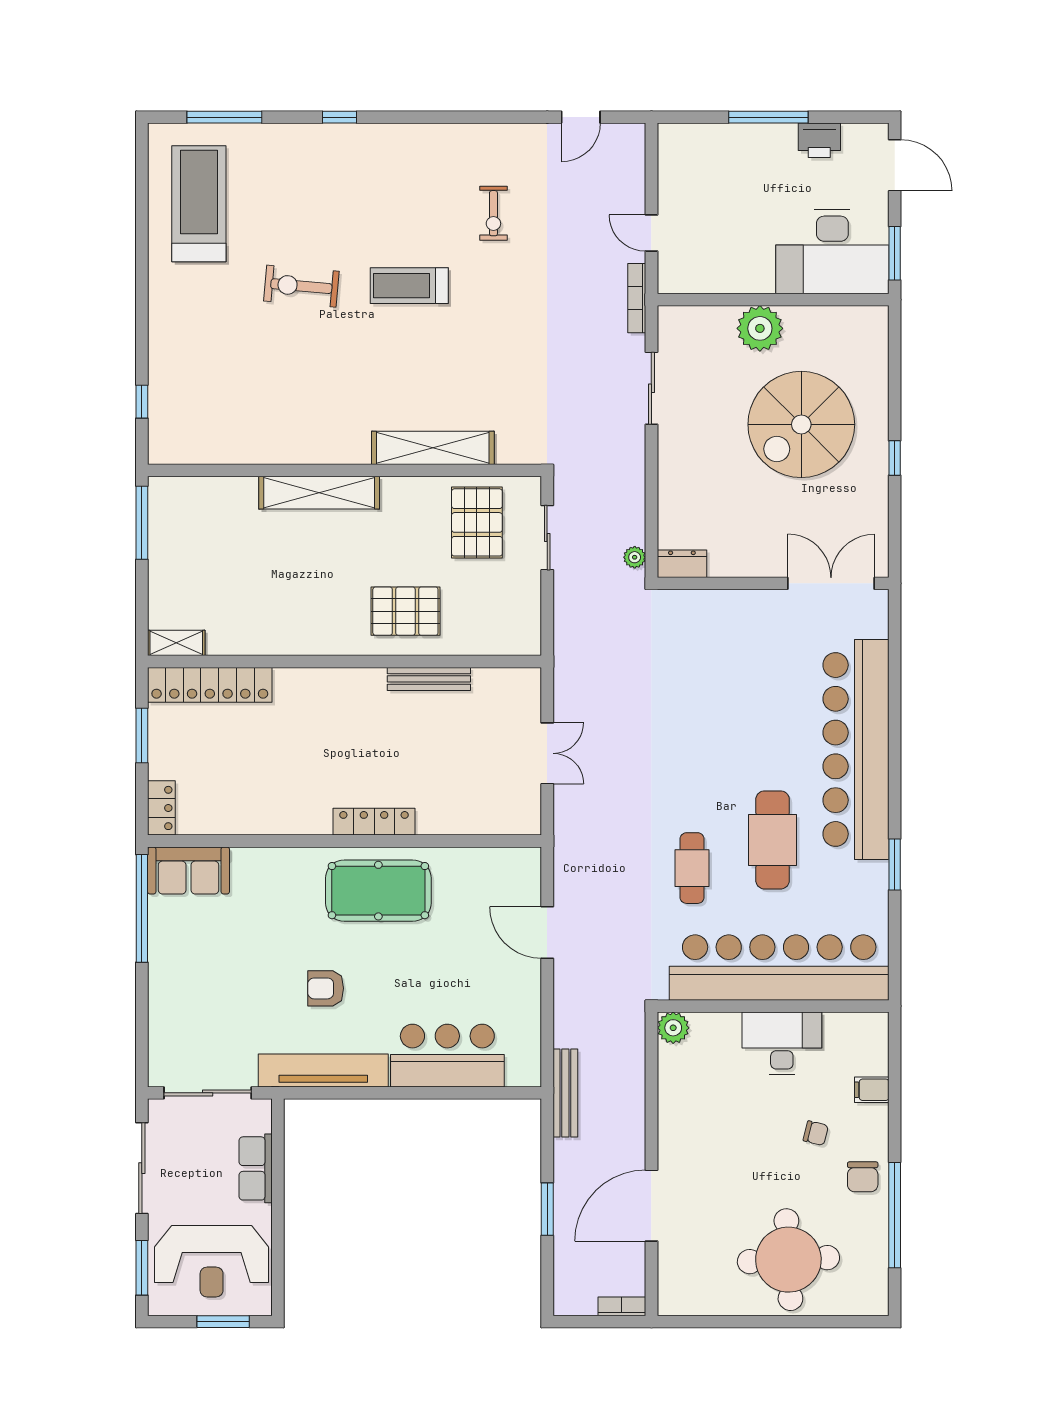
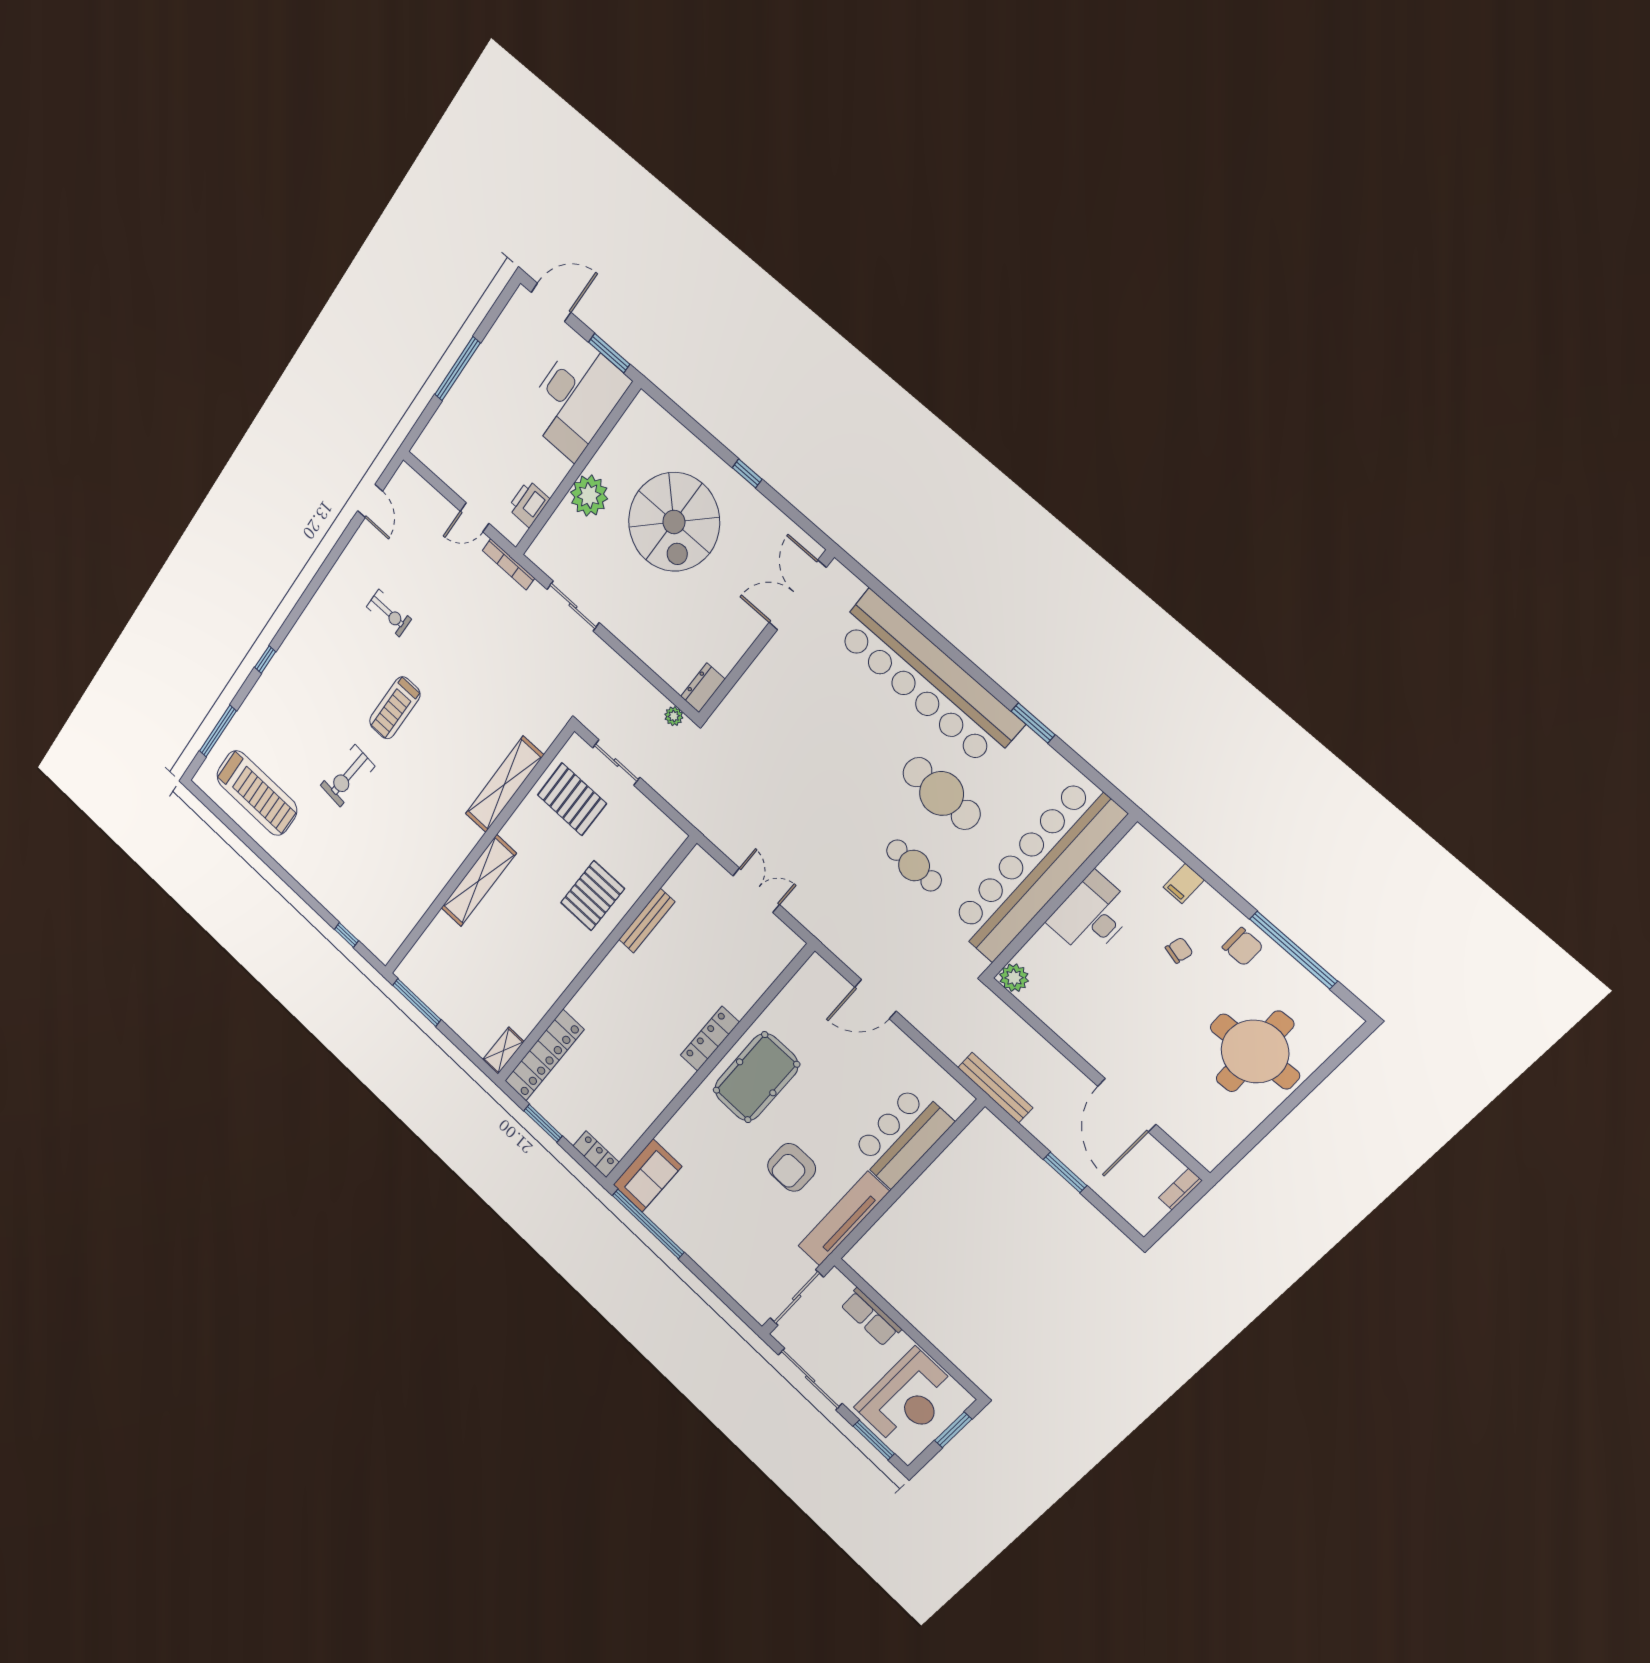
printer: (819, 140) -> (529, 504), moved, turned 180
treadmill: (199, 204) -> (257, 793), turned 180
armchair: (326, 988) -> (792, 1167), width x1.38, depth x1.38

